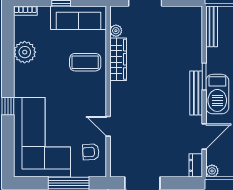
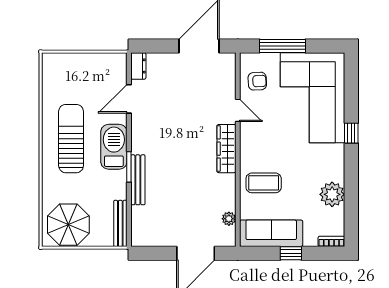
wardrobe: (118, 59) -> (226, 149), moved
bench: (196, 93) -> (138, 180), moved
plant: (212, 171) -> (120, 60), removed

